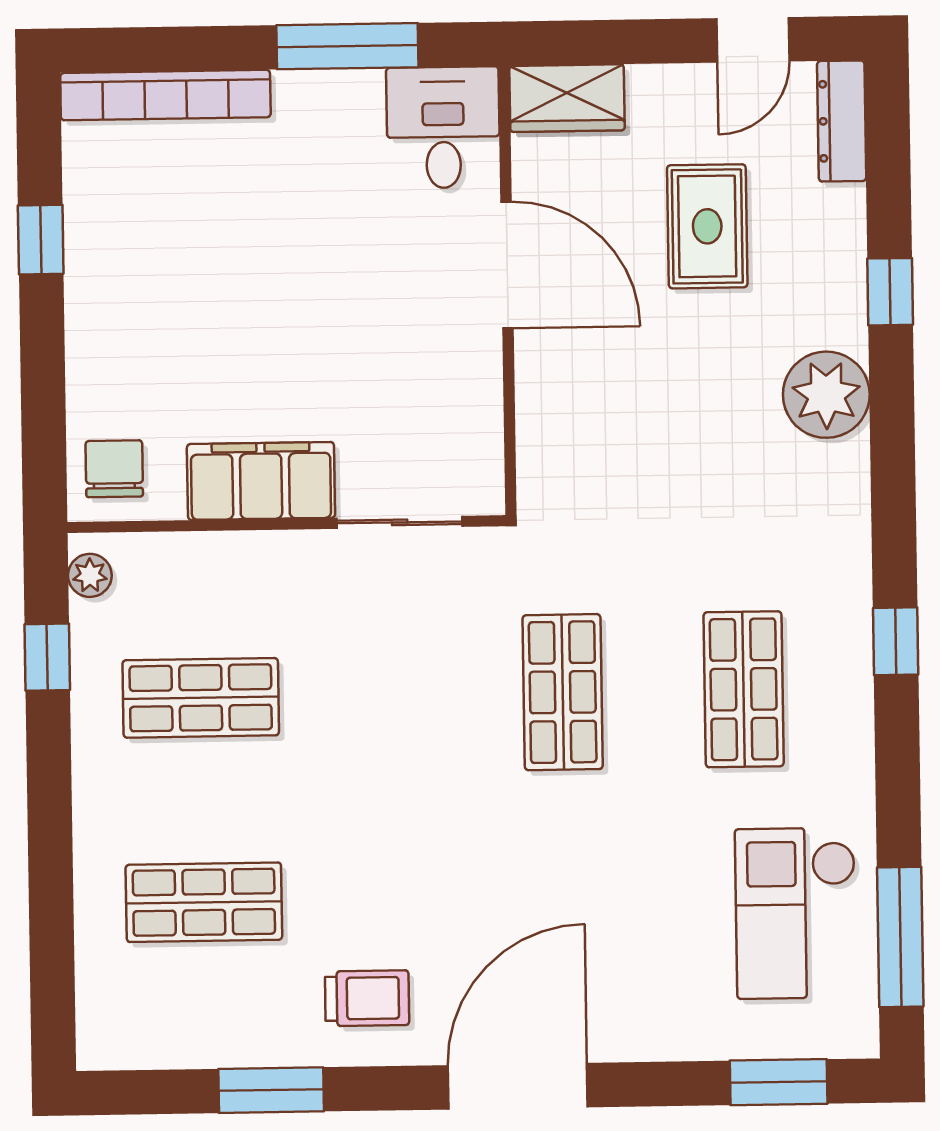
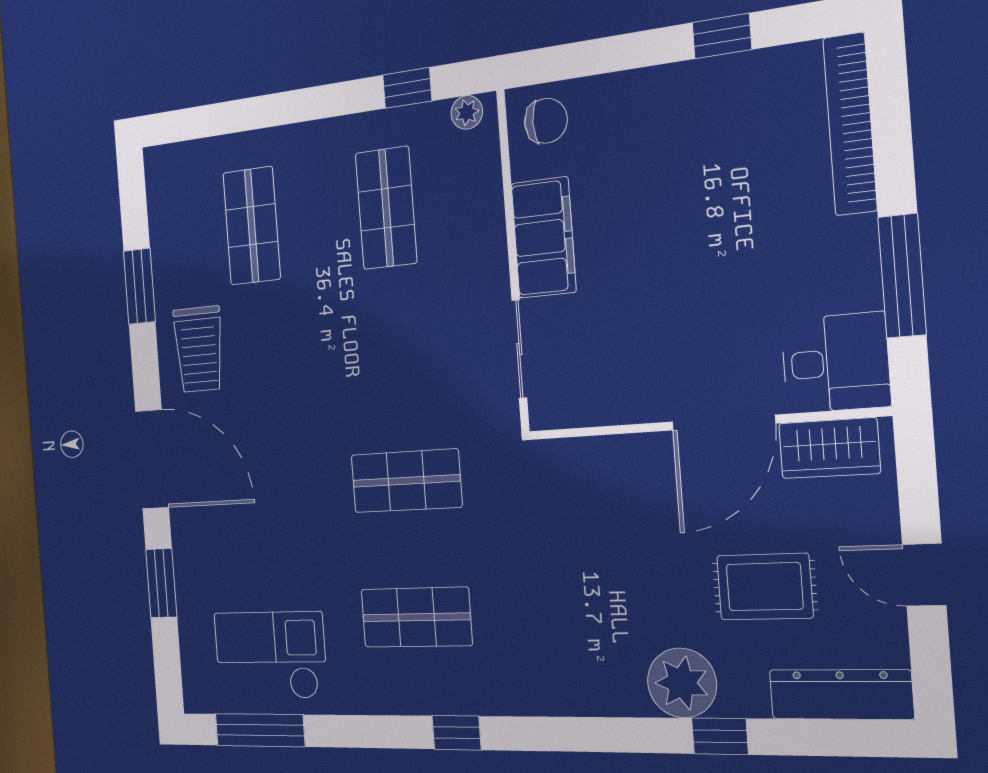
door: (753, 40) -> (924, 575), moved
wardrobe: (567, 98) -> (829, 448), moved, turned -90
dresser: (842, 121) -> (841, 694), width x1.37, depth x1.24
plant: (826, 395) -> (682, 683), moved
trolley: (367, 998) -> (199, 349), width x1.36, depth x1.39
window: (779, 1082) -> (161, 583), moved

